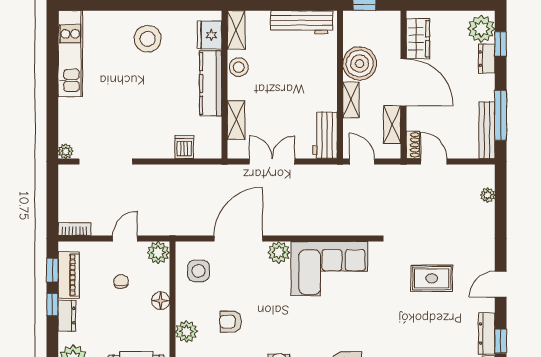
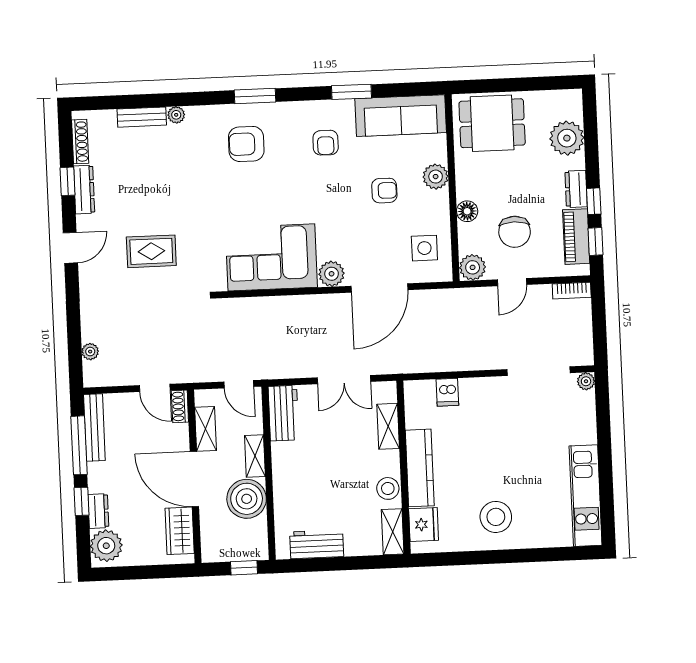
workbench: (302, 22) -> (317, 544), width x0.73
window: (501, 44) -> (81, 501), moved
chair: (121, 281) -> (515, 232), width x1.87, depth x1.87

